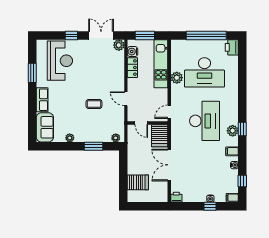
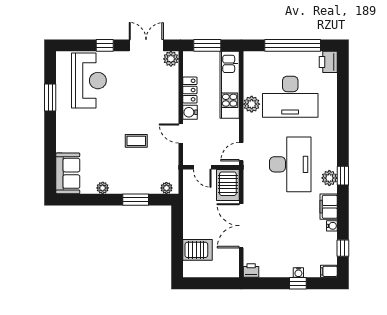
water cooler: (133, 52) -> (190, 112), moved
row of seats: (42, 100) -> (64, 135), removed
filing cabinet: (232, 151) -> (329, 207), width x2.00

